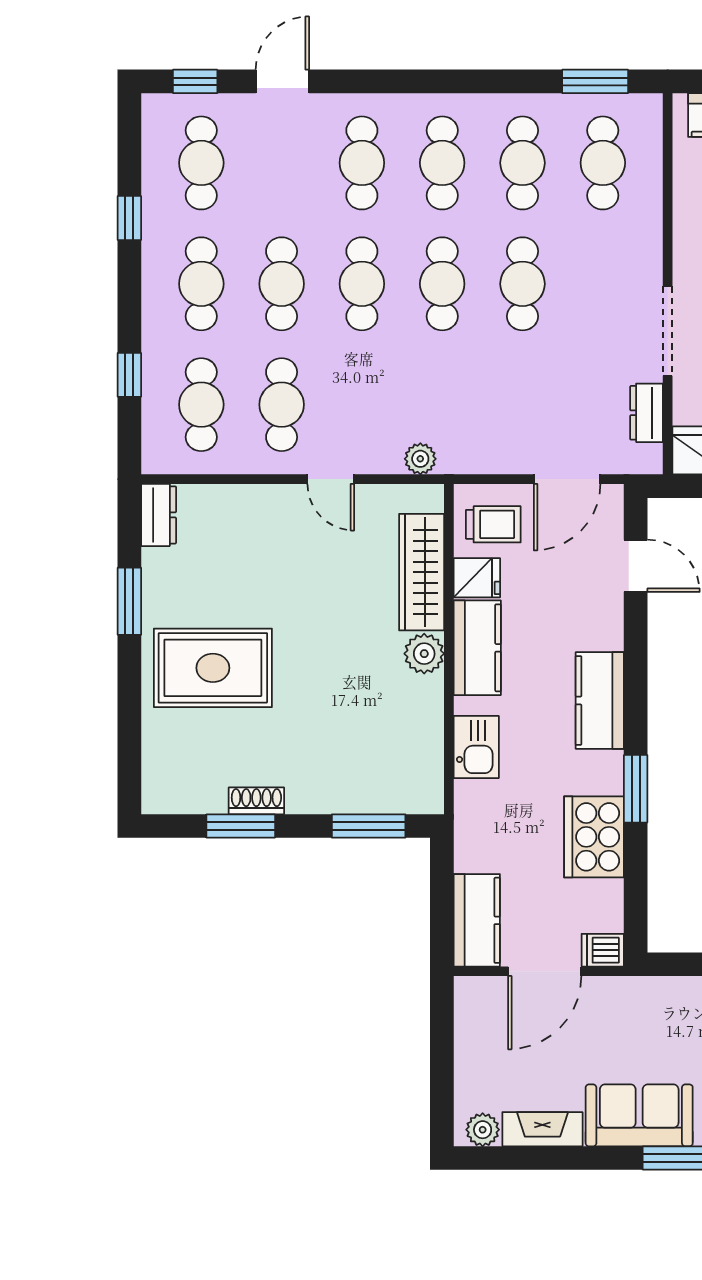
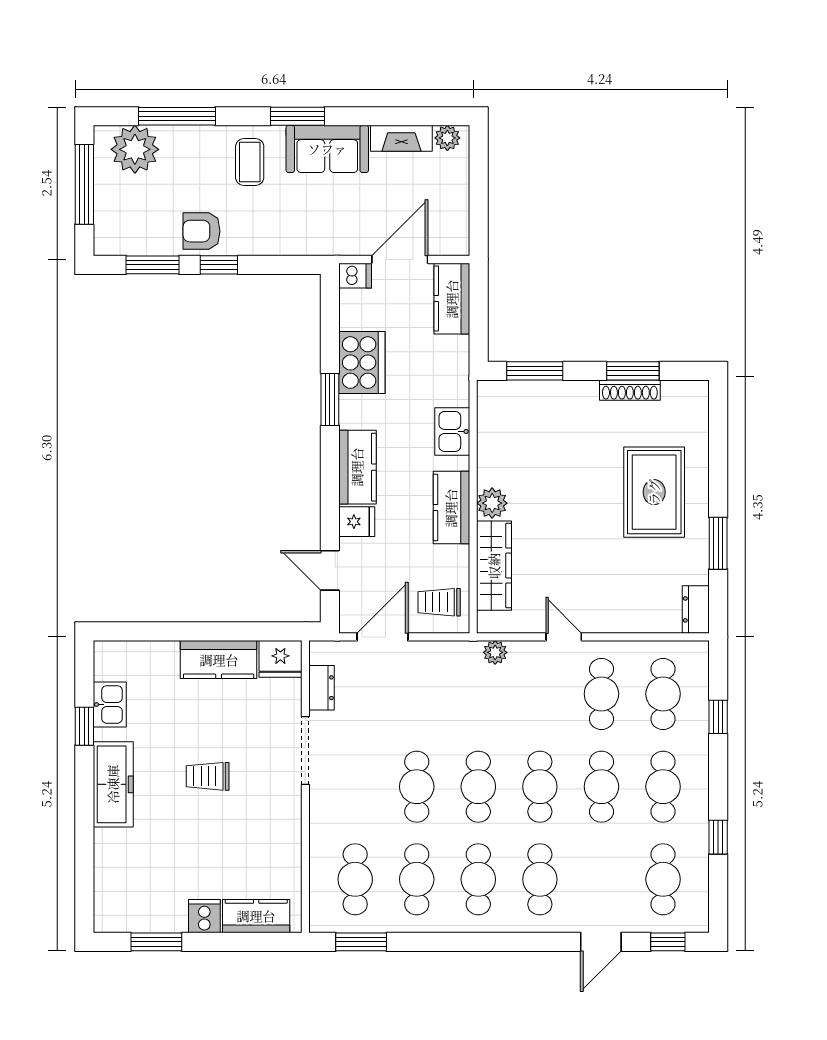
fridge: (477, 578) -> (357, 522), moved, turned 180
rug: (213, 668) -> (654, 492), turned 90
shoe rack: (256, 801) -> (630, 390), width x1.43

